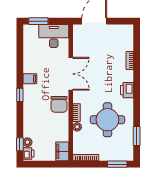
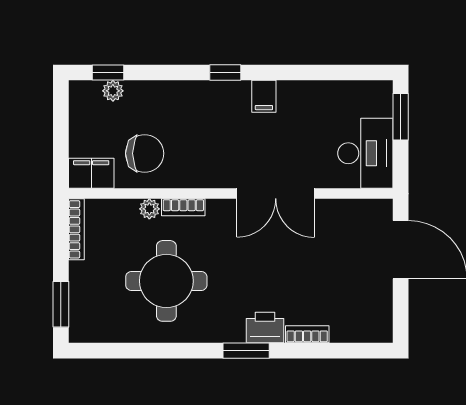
printer: (127, 90) -> (265, 327), moved
chair: (59, 104) -> (145, 153), moved, turned 180
window: (137, 136) -> (246, 351), moved
printer: (28, 153) -> (86, 93), removed

